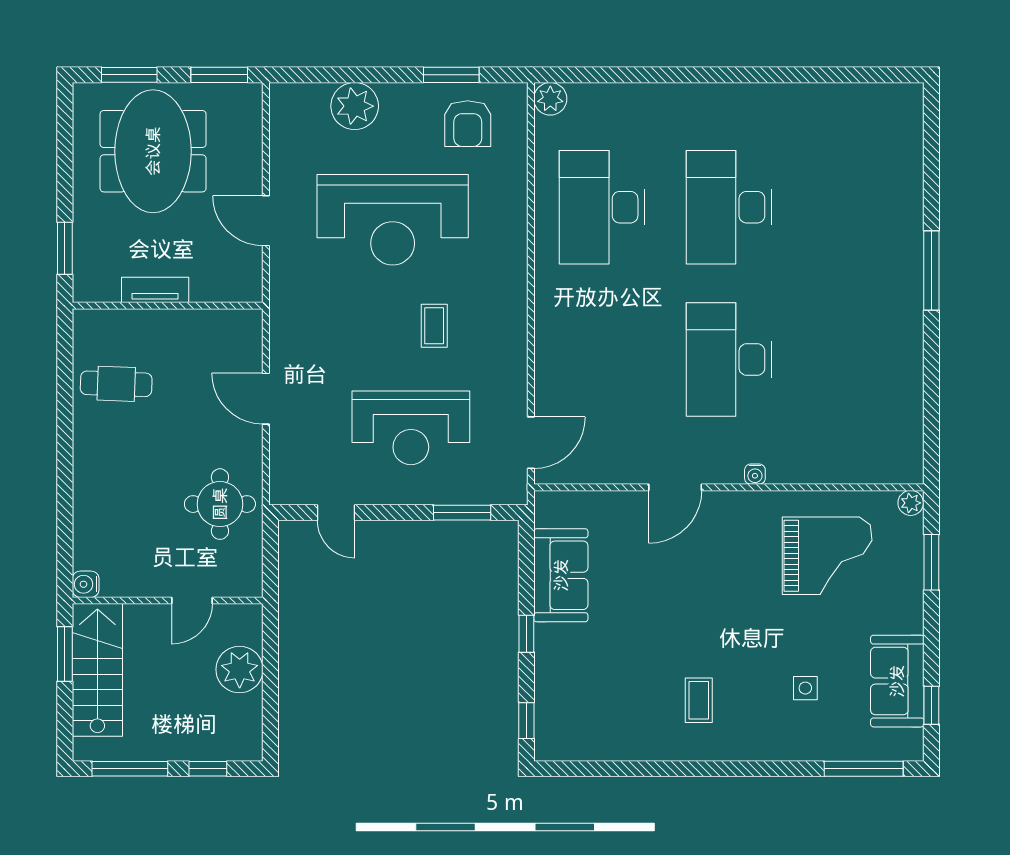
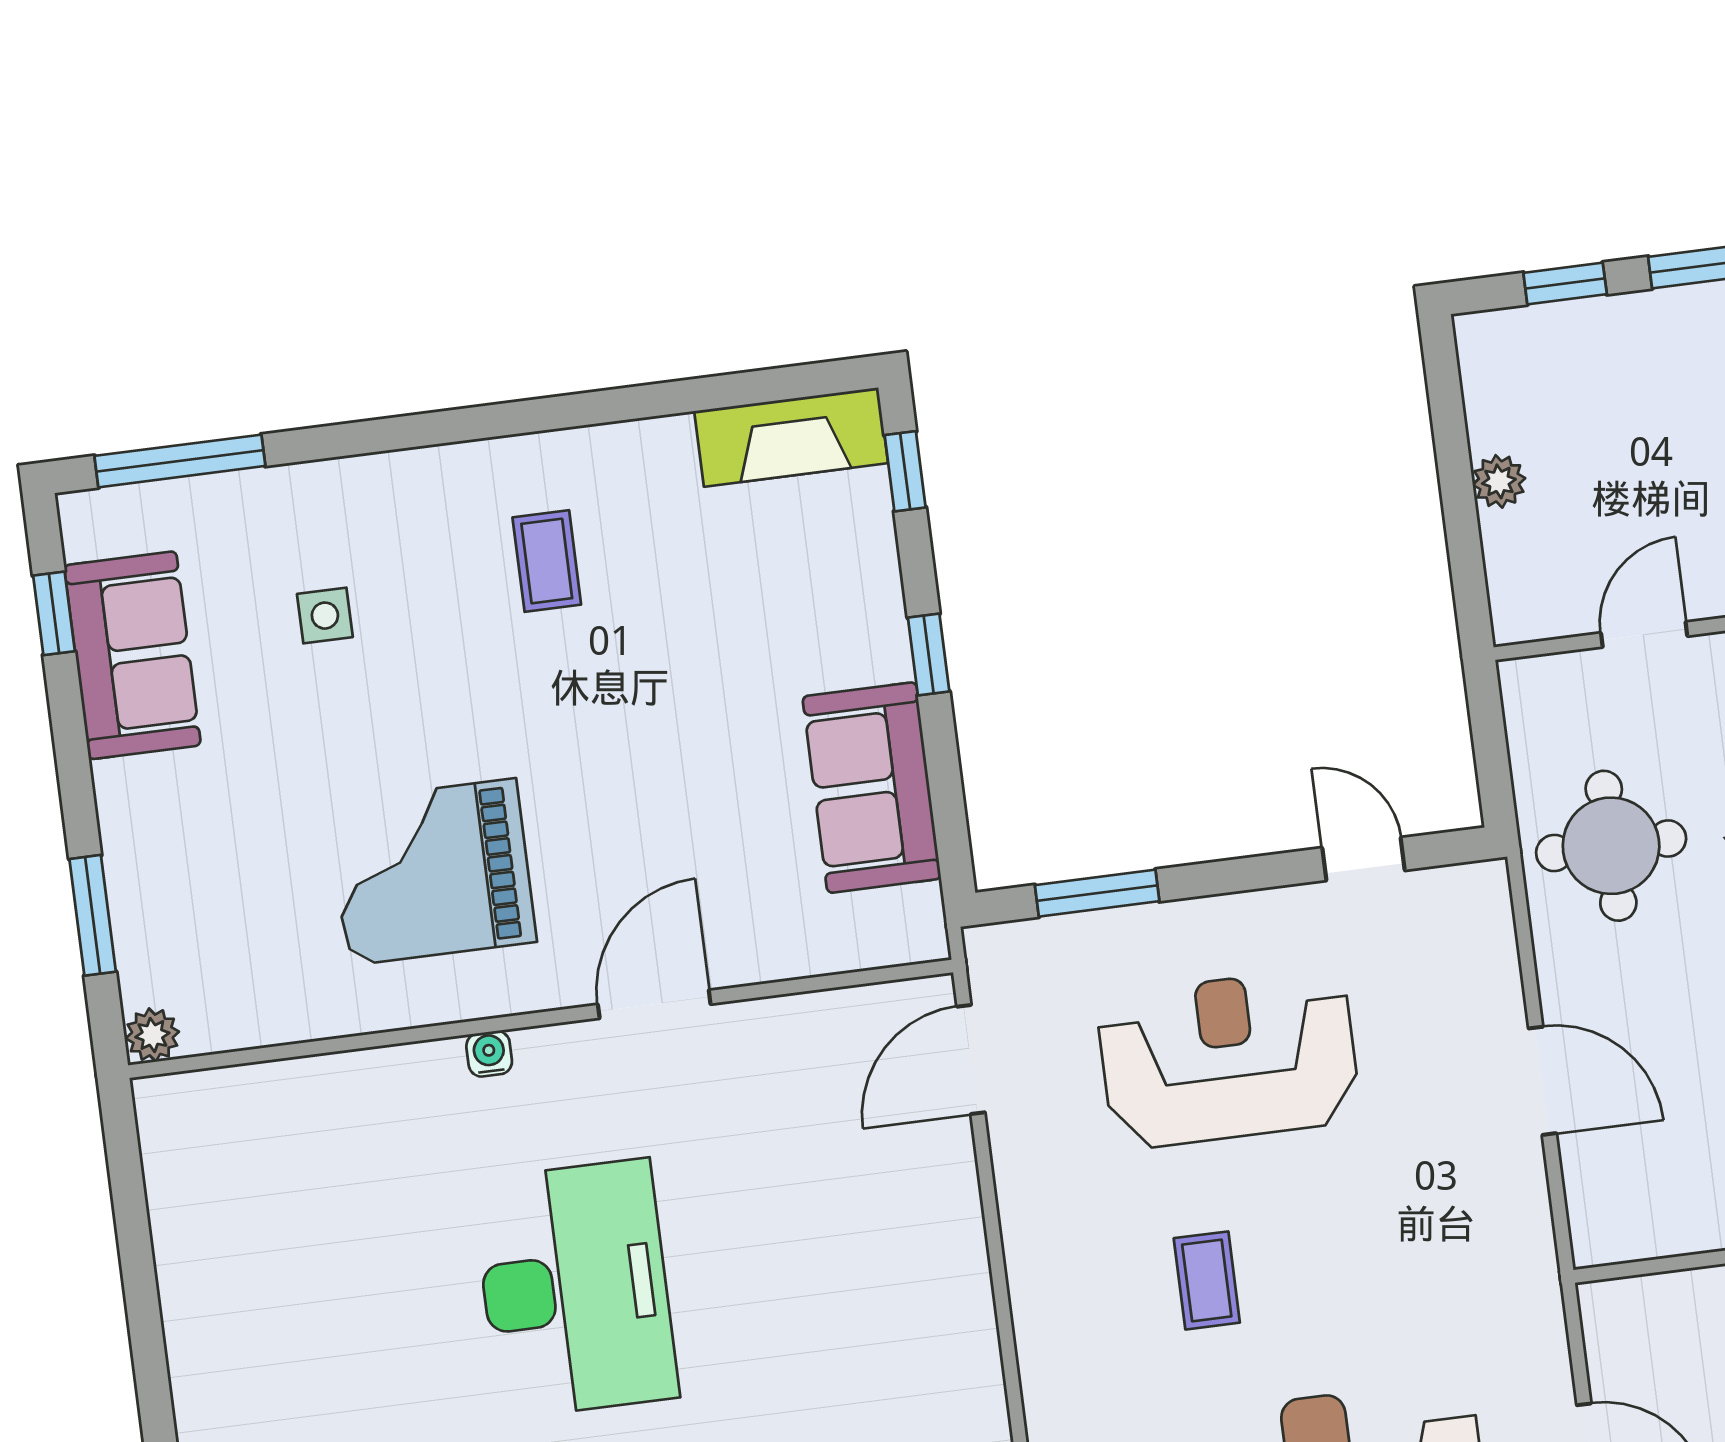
grand piano: (827, 556) -> (432, 872), moved
plant: (240, 670) -> (1499, 481), width x0.53, depth x0.53
fireplace: (577, 743) -> (791, 437), added

